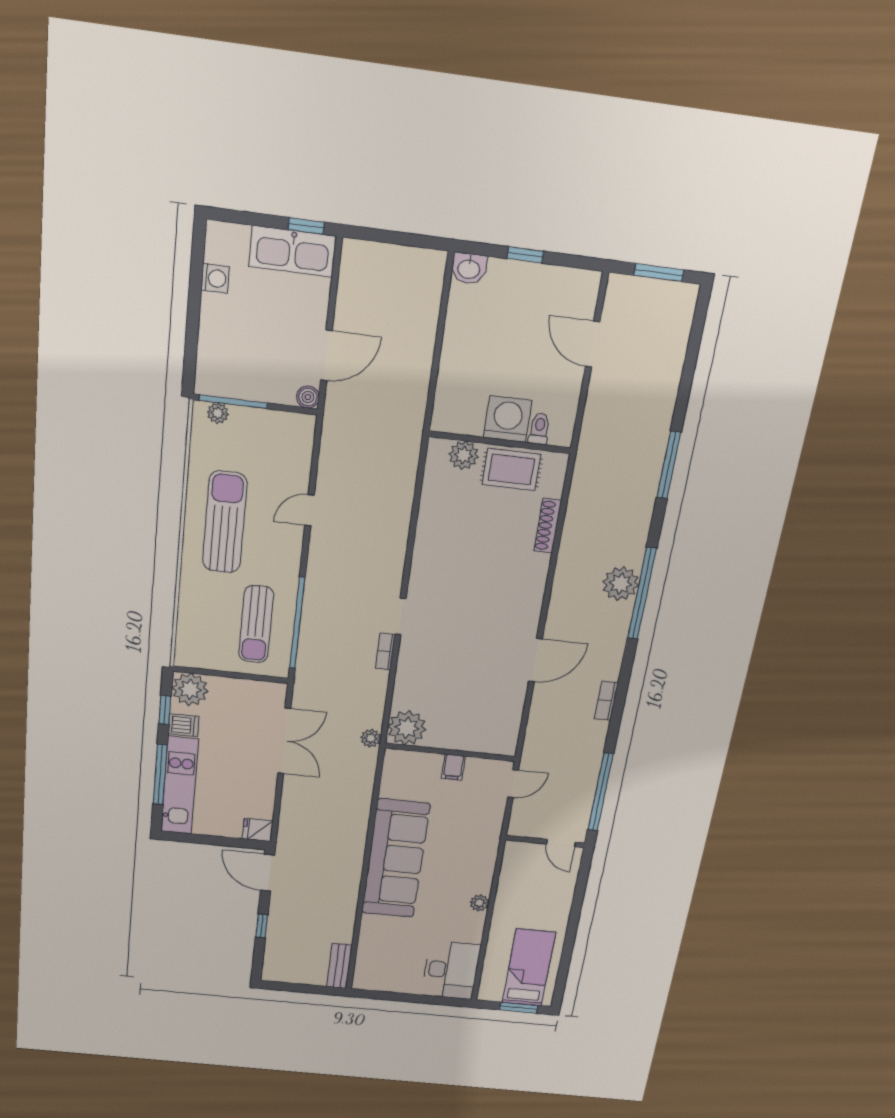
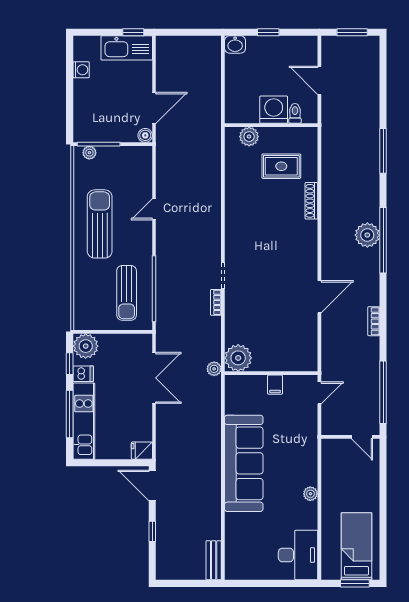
washing machine: (508, 419) -> (274, 110), moved
toilet: (539, 429) -> (295, 113), moved
wall: (500, 442) -> (271, 125), moved
plant: (464, 455) -> (249, 137), moved

